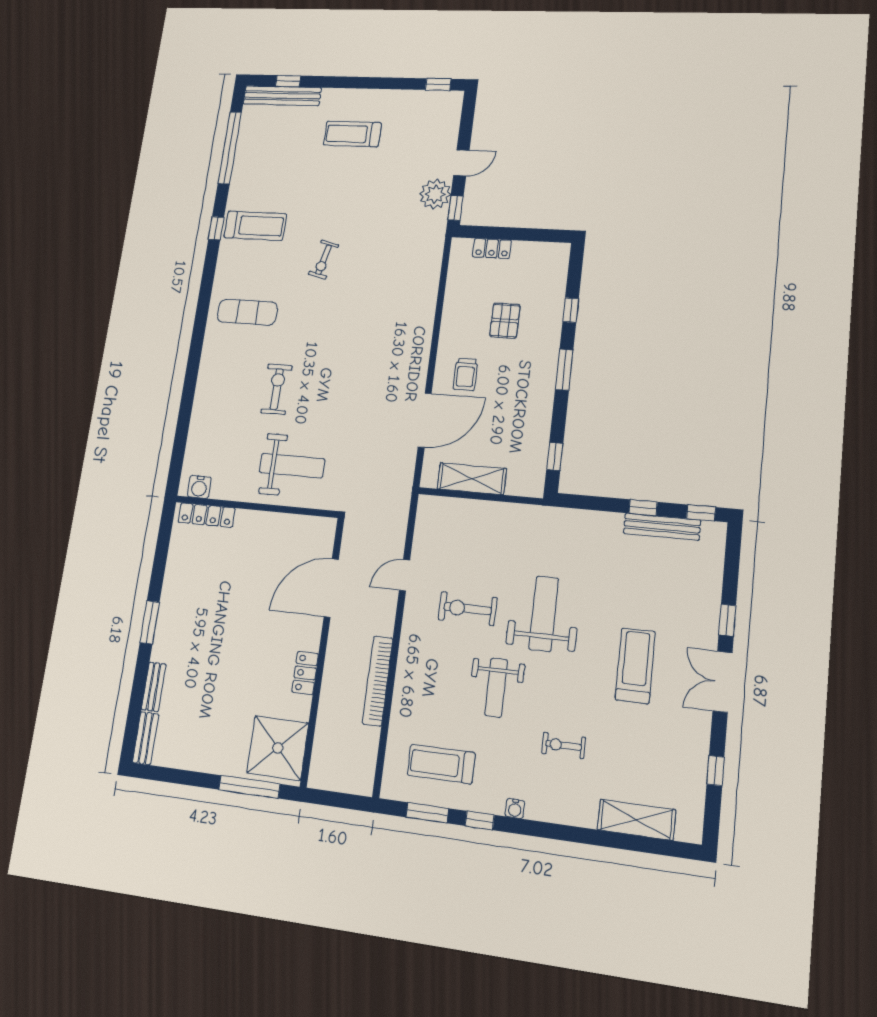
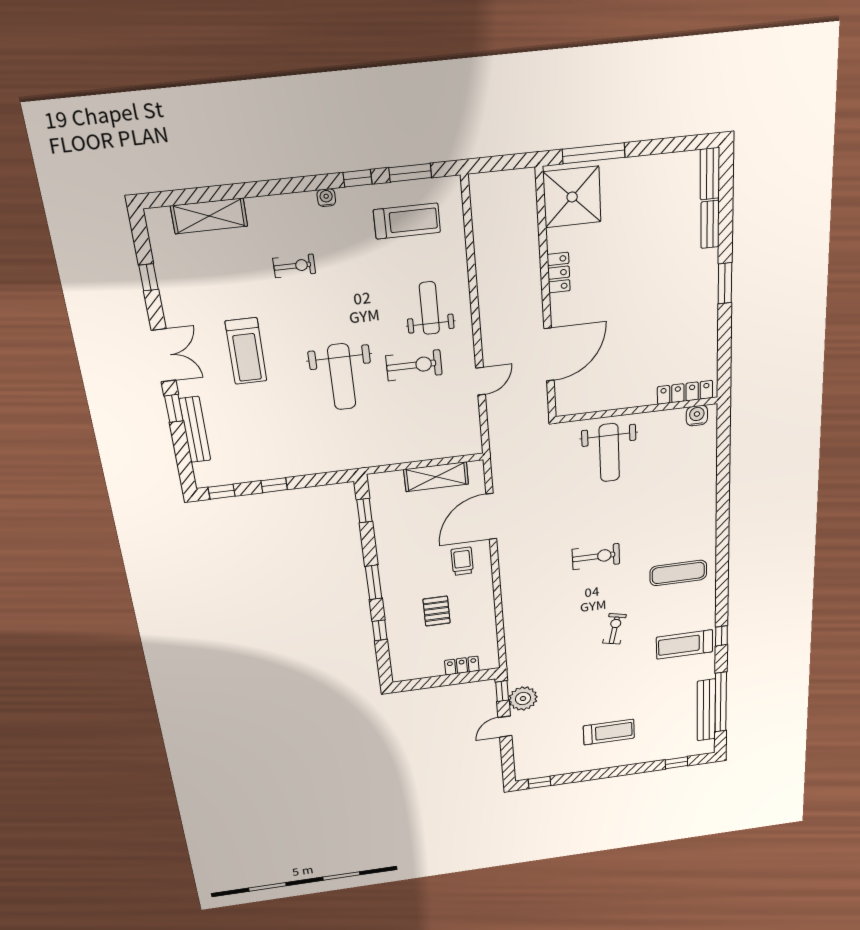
bench: (282, 96) -> (706, 710), moved, turned 90
exercise bike: (277, 389) -> (596, 557), moved, turned -90
weight bench: (292, 466) -> (609, 453), turned -90
bench: (662, 527) -> (195, 430), moved, turned 90
bookcase: (378, 681) -> (486, 282), removed
weight bench: (496, 688) -> (429, 308), moved

